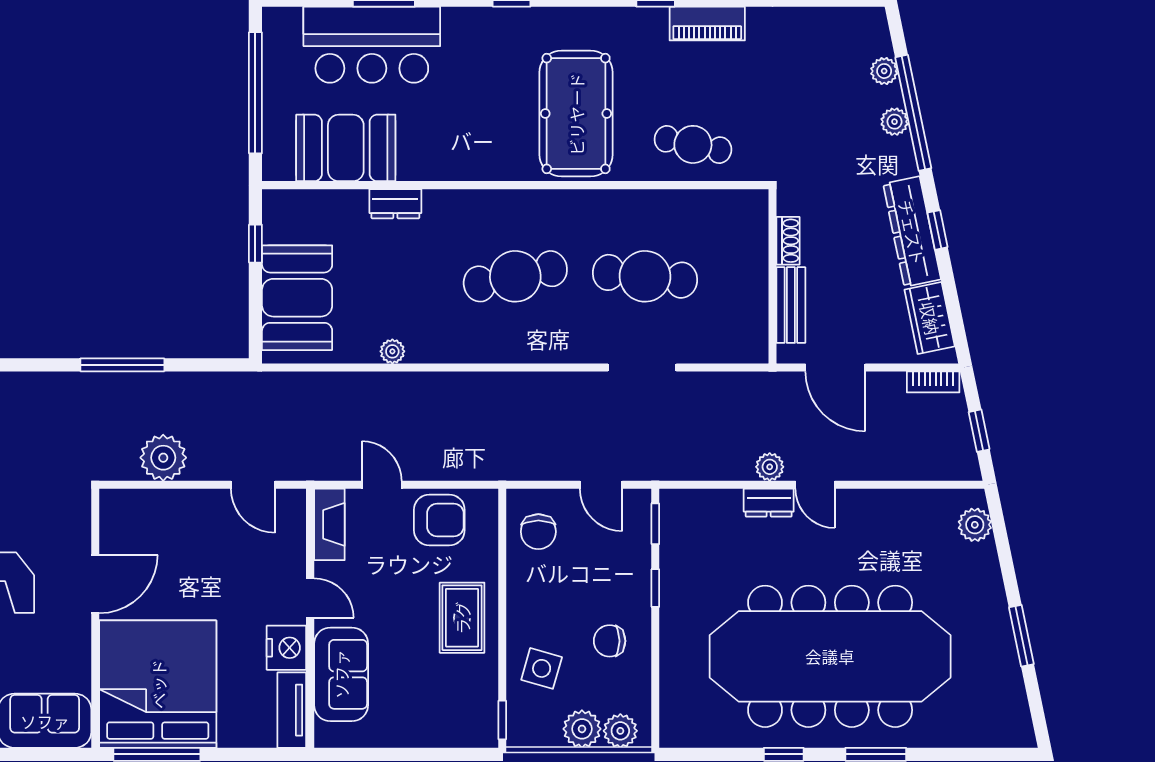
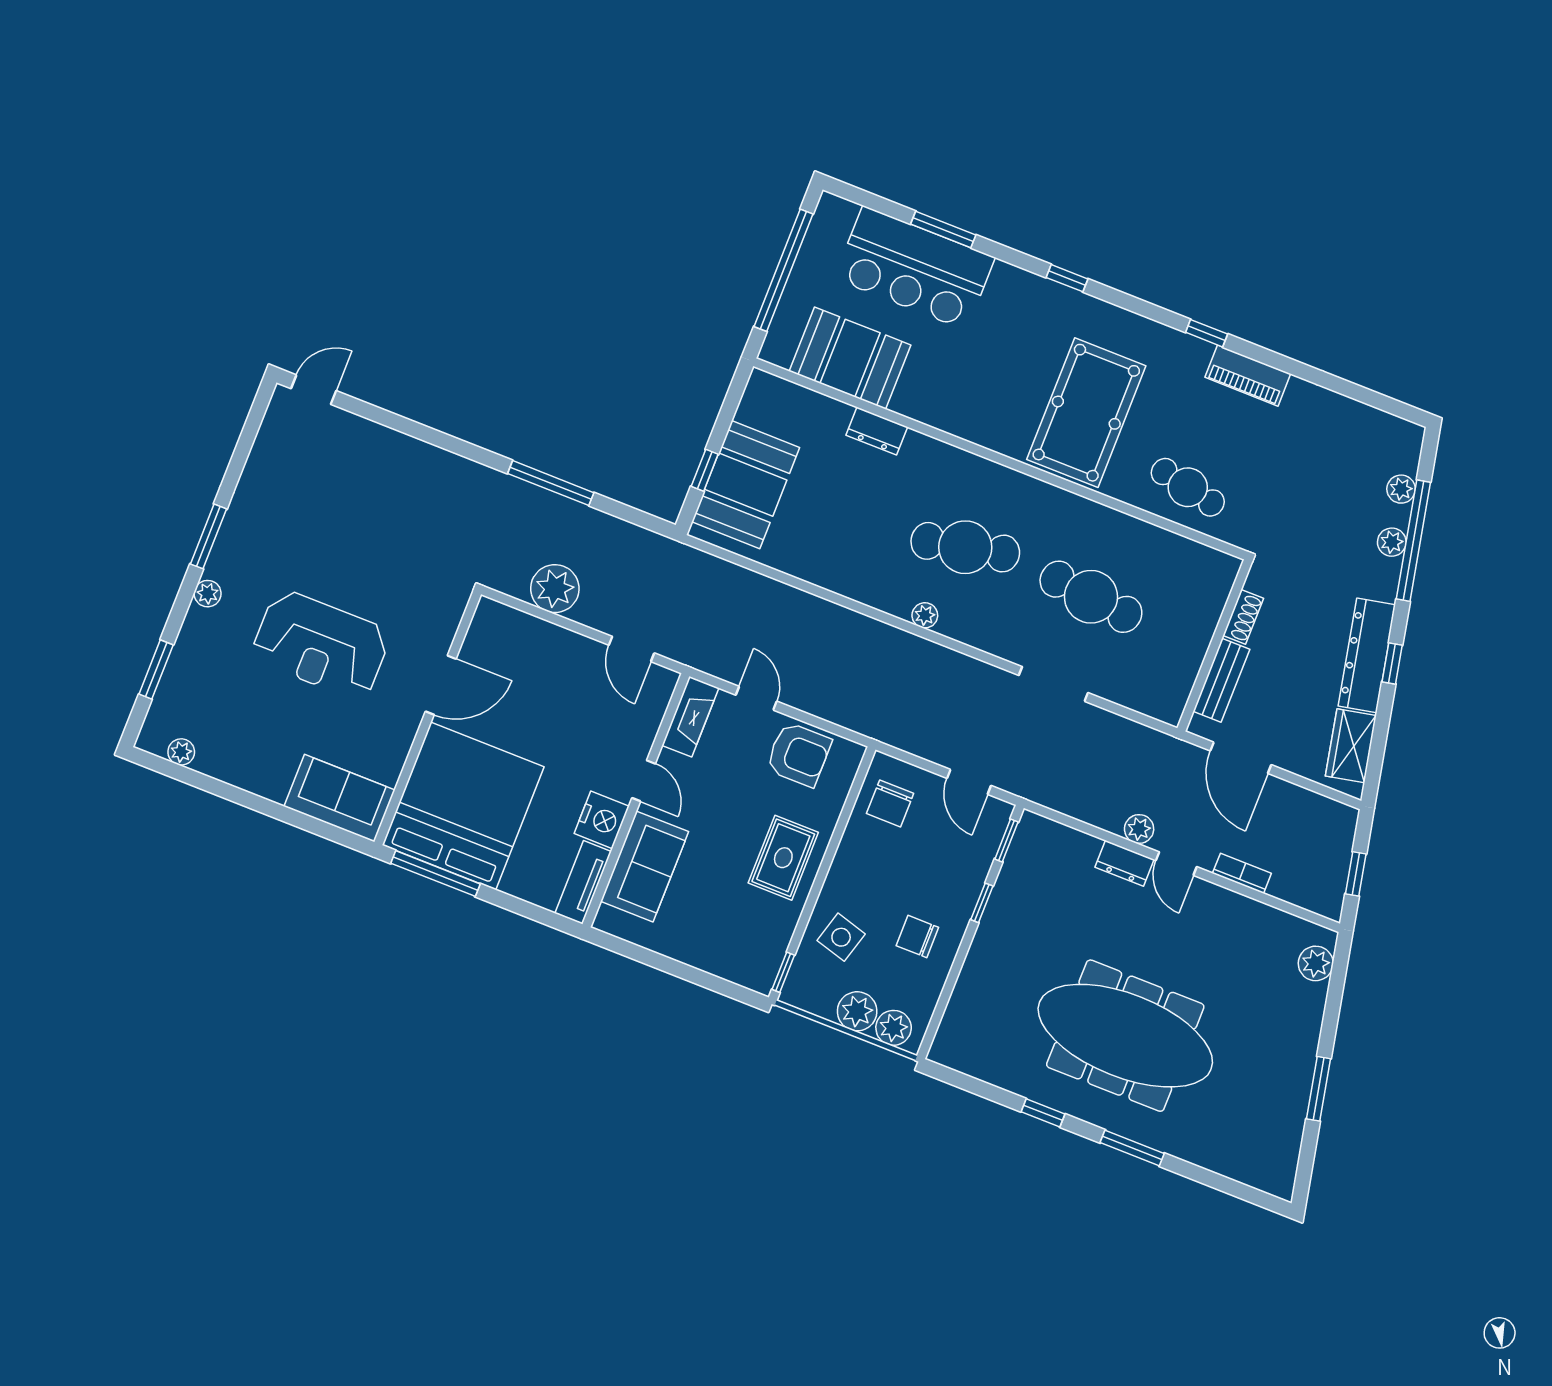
window: (255, 244) -> (705, 470), moved
plant: (392, 351) -> (925, 615), moved
bookcase: (933, 382) -> (1242, 873), moved, turned 180
meeting table: (830, 656) -> (1125, 1036), width x0.73, depth x0.79

